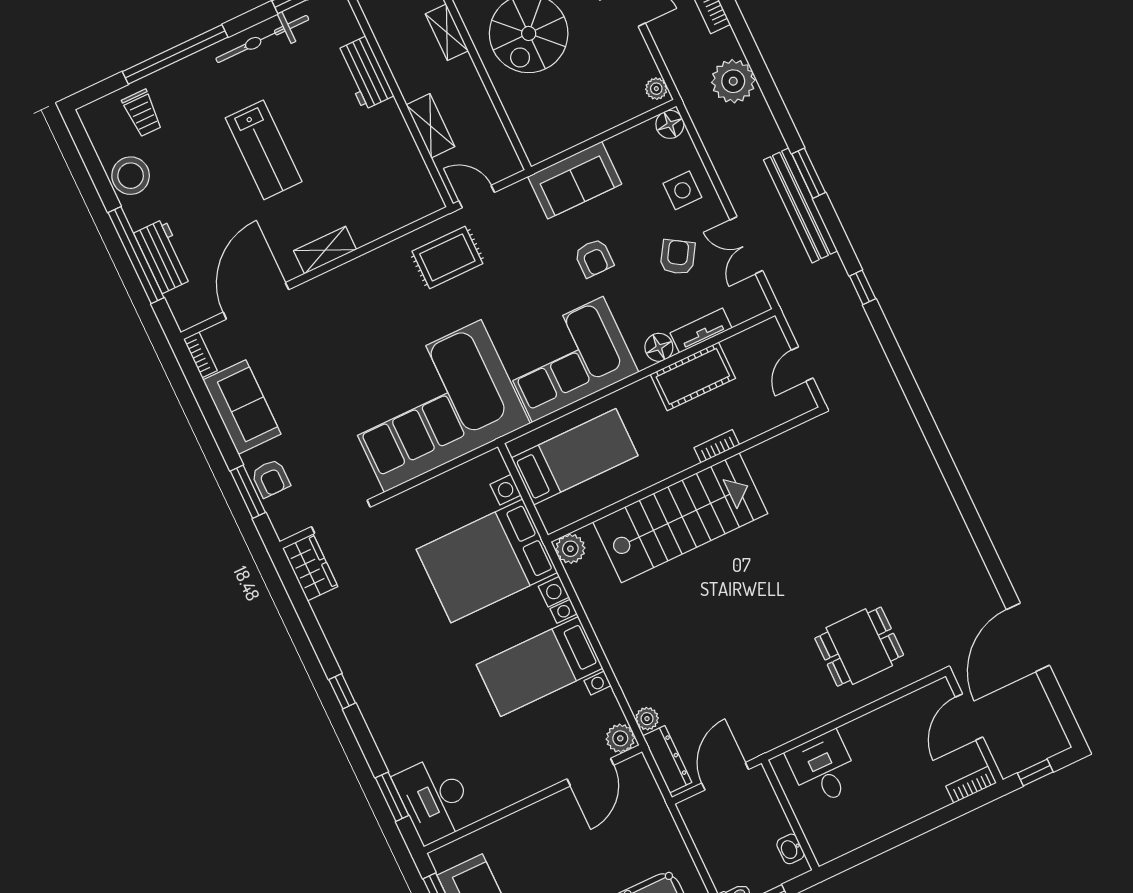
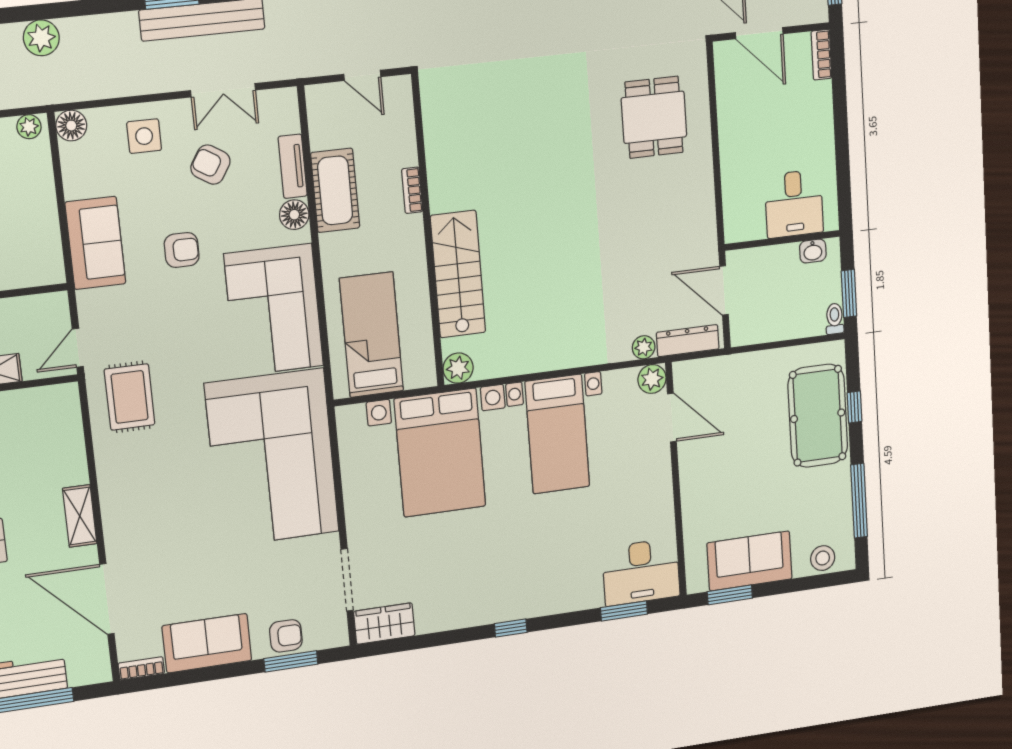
plant: (733, 81) -> (41, 38), width x0.73, depth x0.73
stairs: (680, 518) -> (458, 274), width x0.73, depth x0.66
desk: (823, 768) -> (794, 204), moved, turned -90

